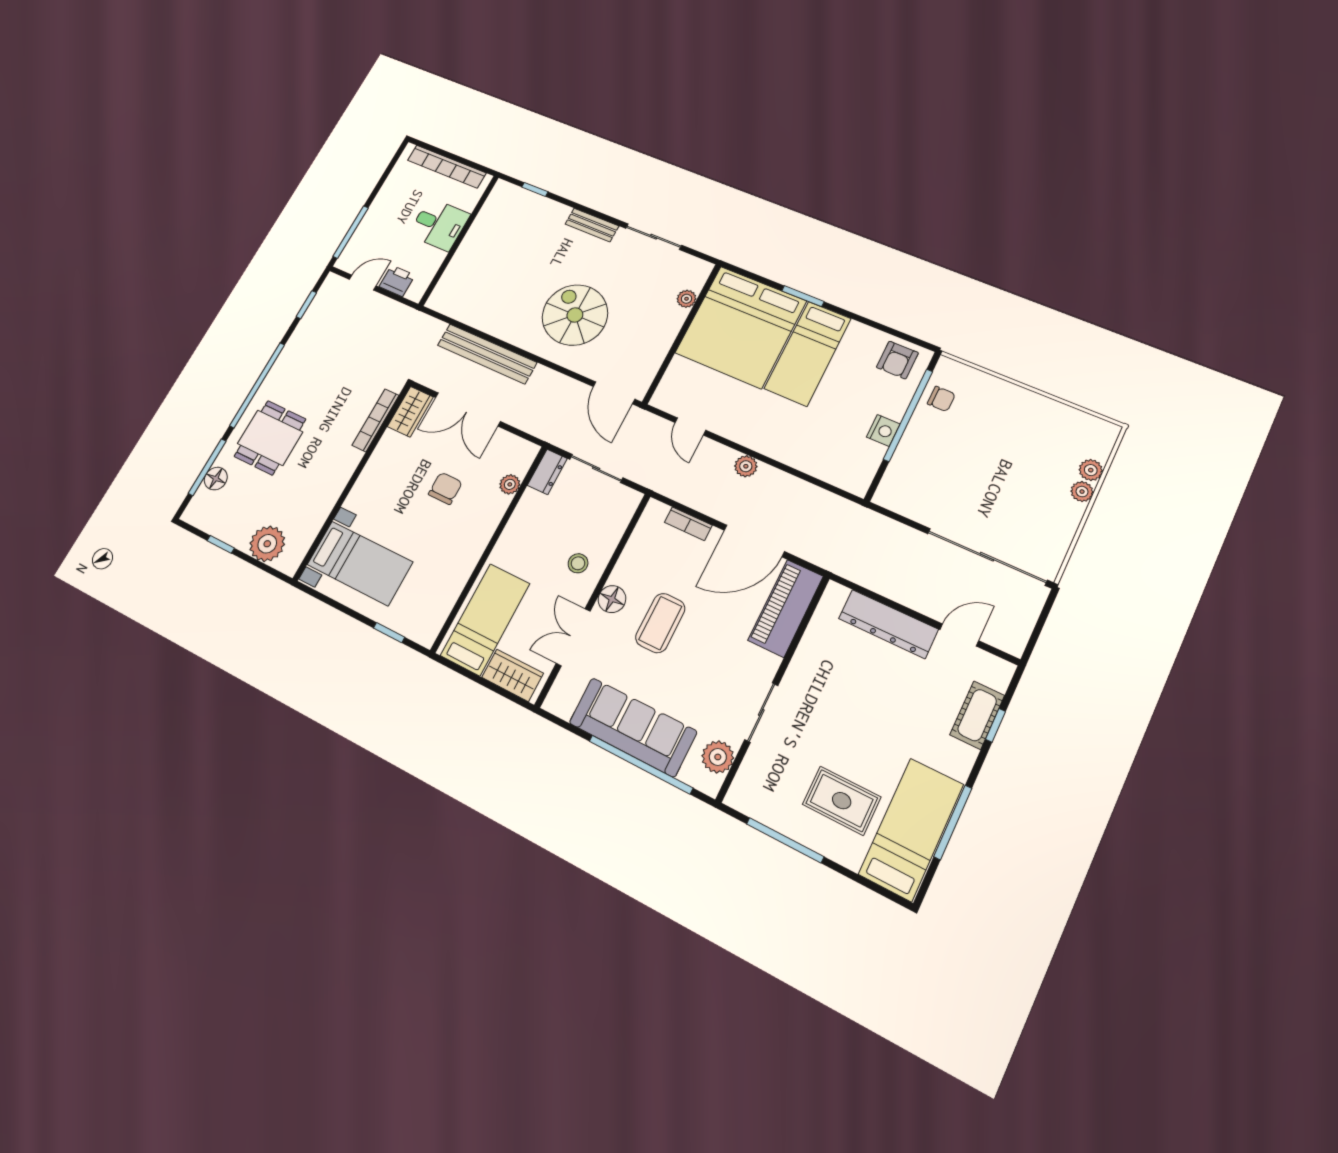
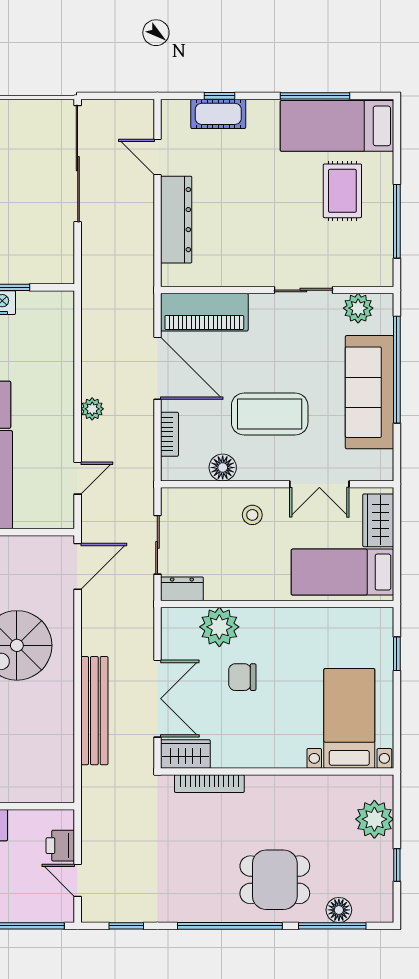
plant: (510, 484) -> (219, 627), width x1.88, depth x1.88
floor lamp: (612, 599) -> (223, 468), moved
coffee table: (660, 623) -> (270, 414), width x1.36, depth x1.32

